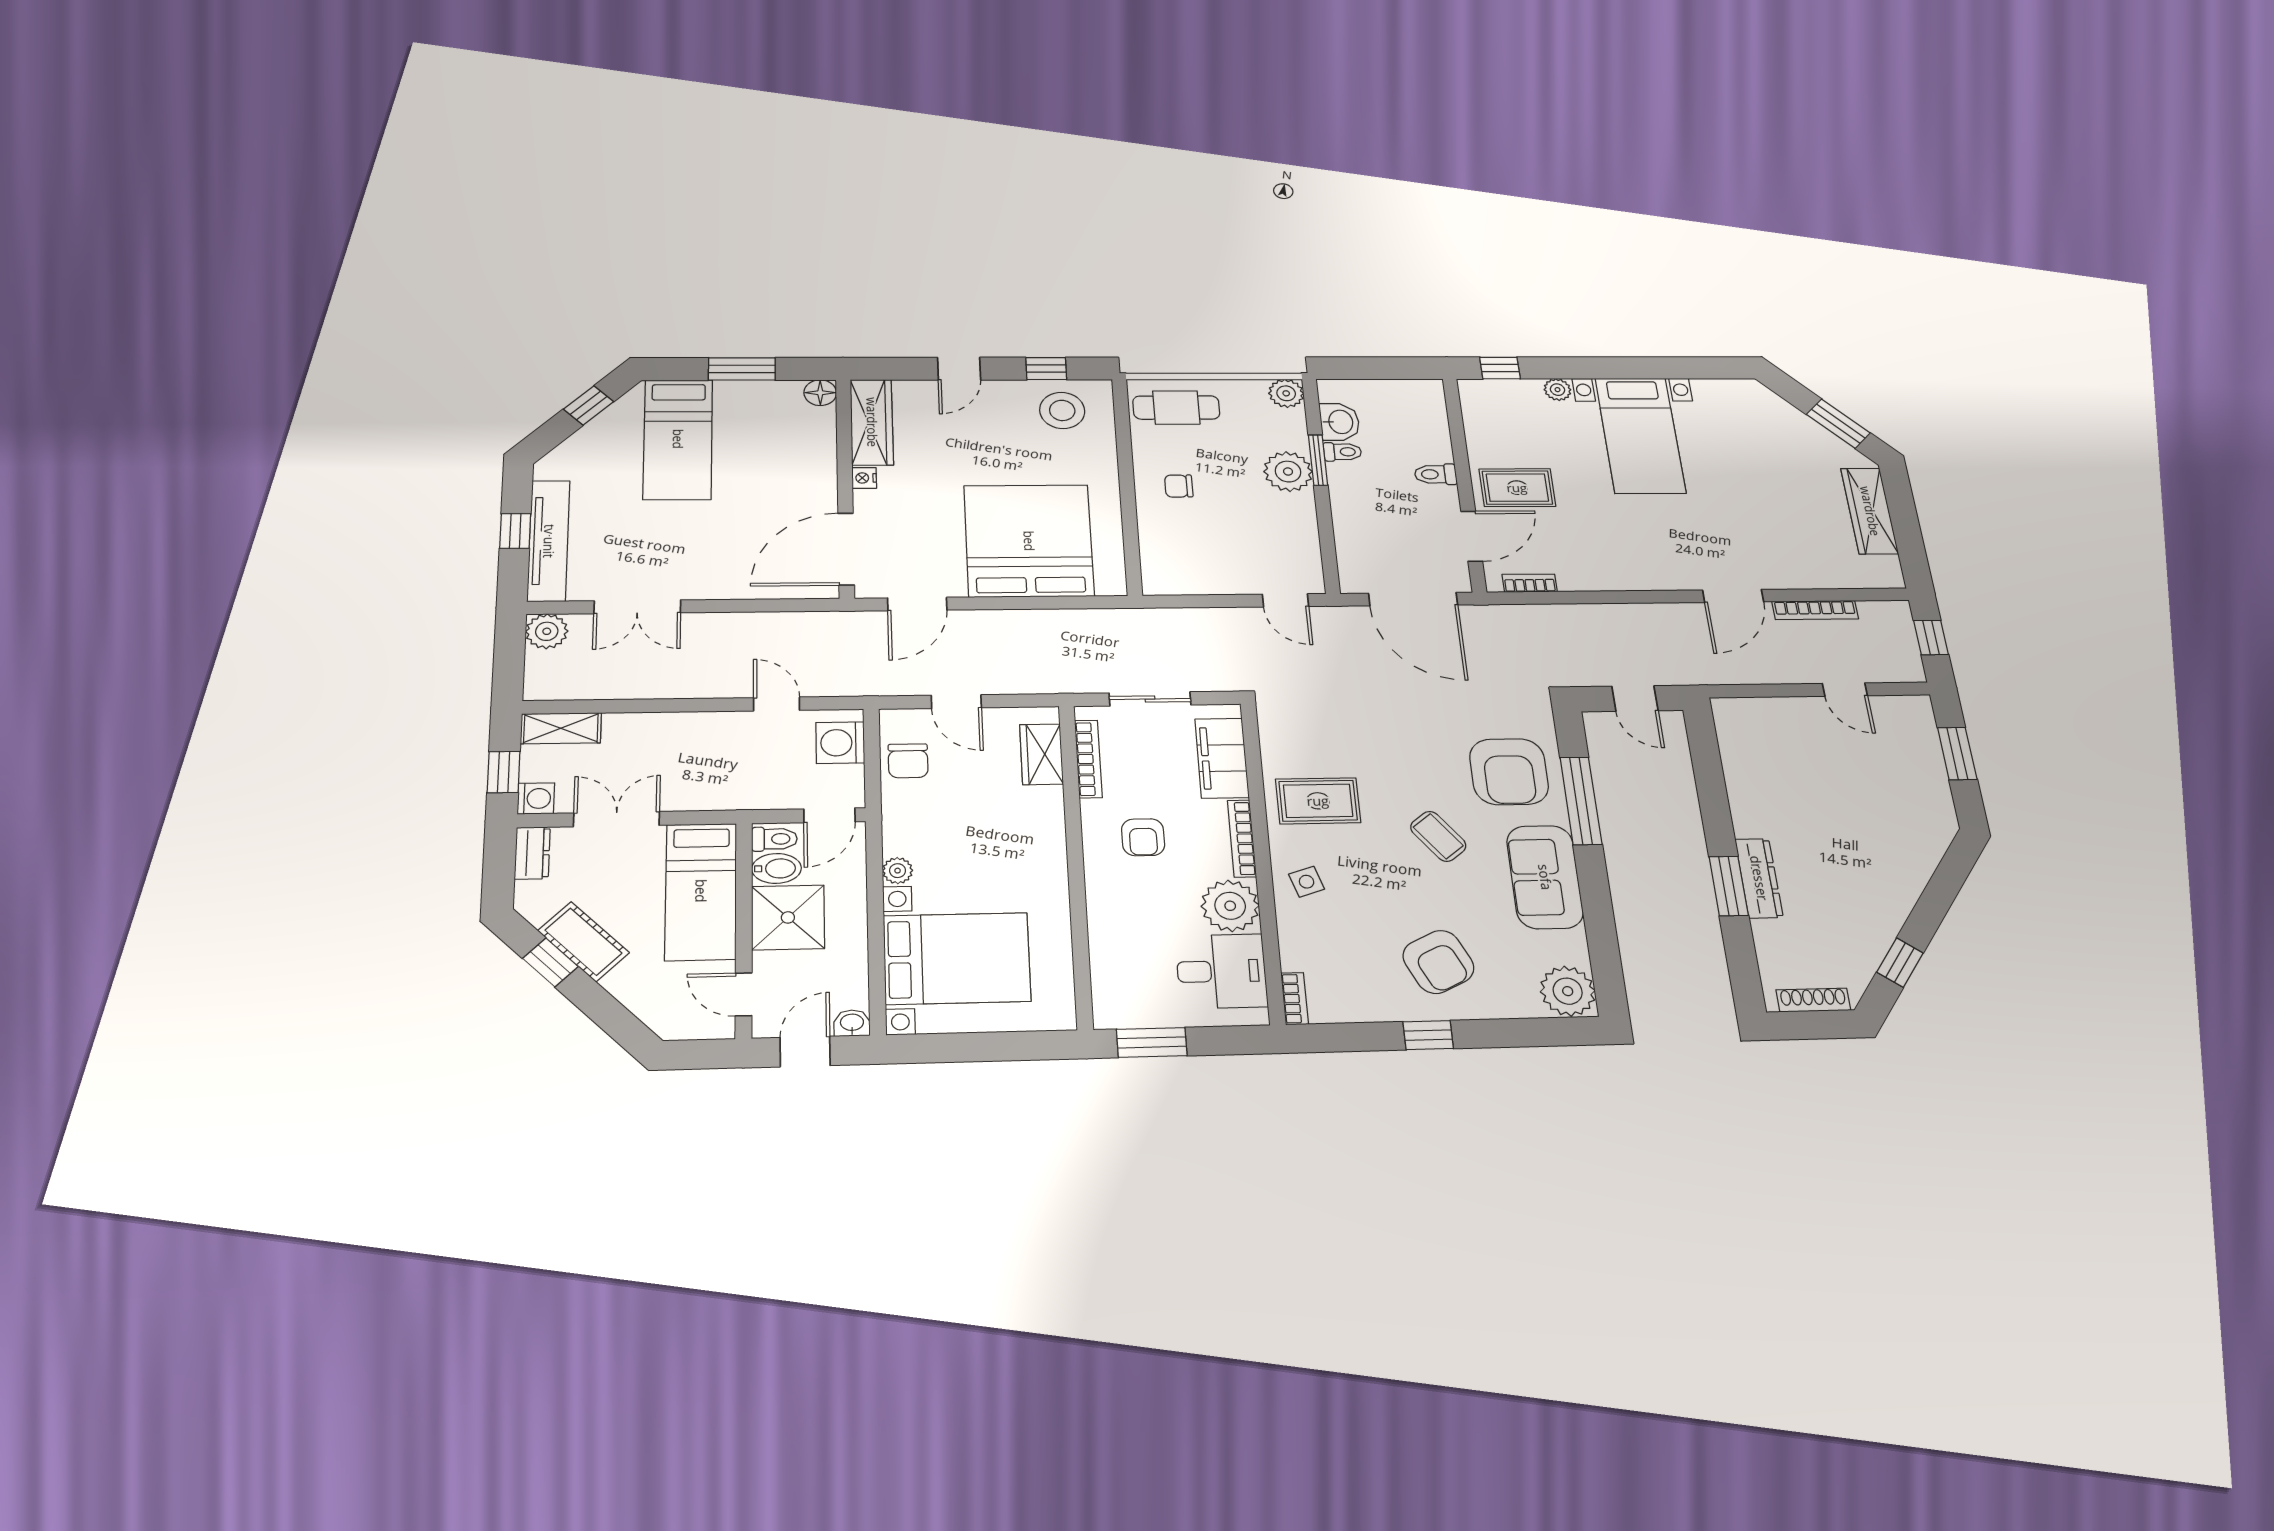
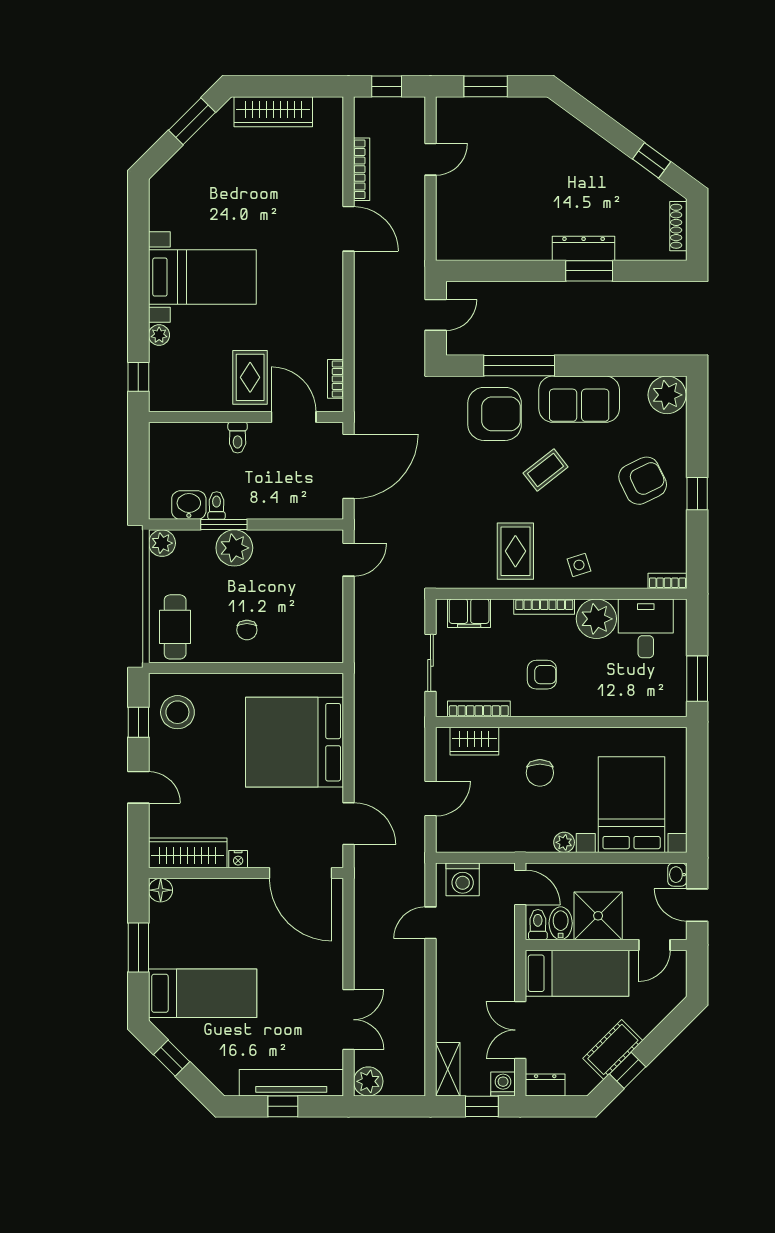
filing cabinet: (1222, 758) -> (469, 613), width x0.67, depth x0.86
chair: (908, 761) -> (540, 773), moved, turned 90

